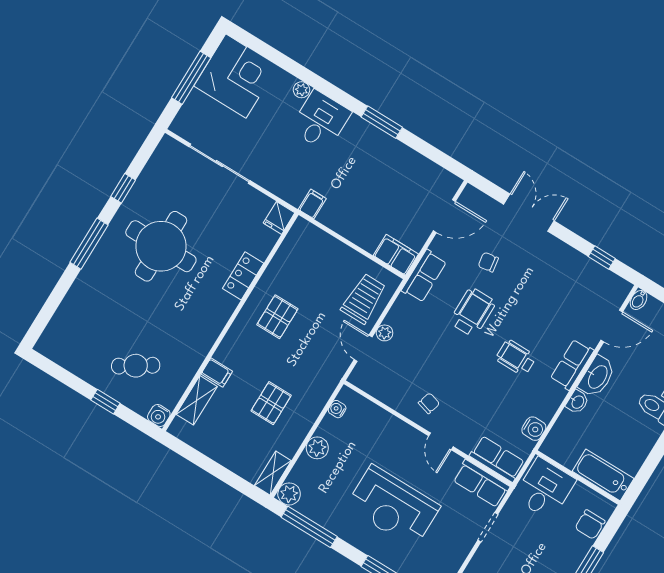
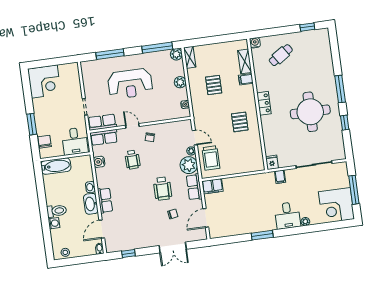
filing cabinet: (312, 204) -> (280, 177), moved
locker: (243, 276) -> (264, 103), moved
plant: (405, 315) -> (189, 165), added
wheelchair: (516, 358) -> (132, 160), moved, turned 88
window: (105, 402) -> (307, 27), moved
reception desk: (393, 506) -> (130, 84), turned 180

